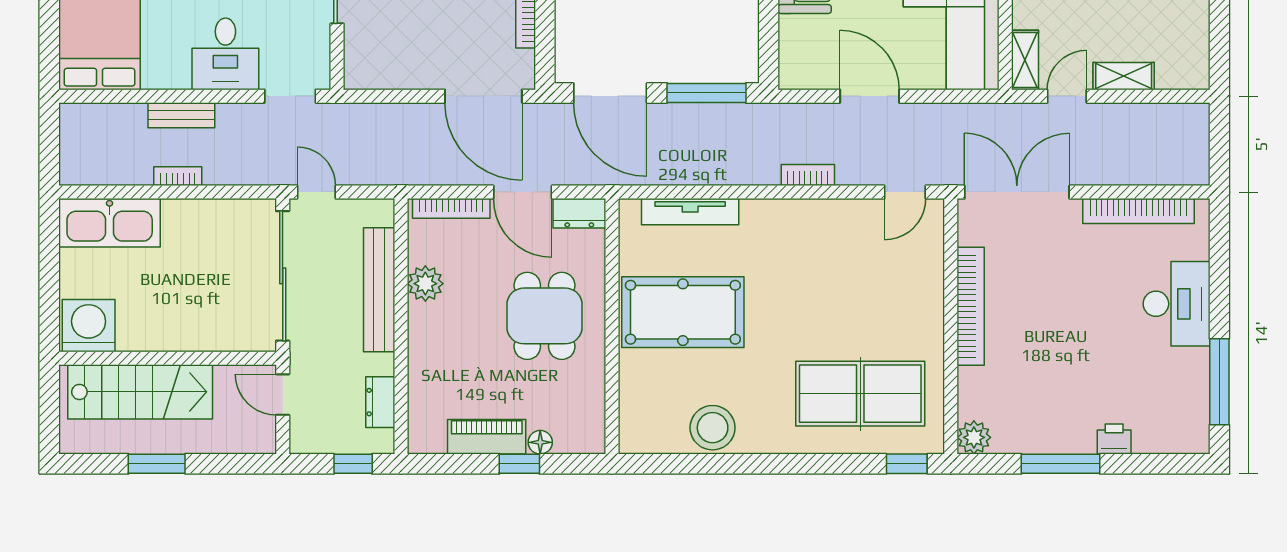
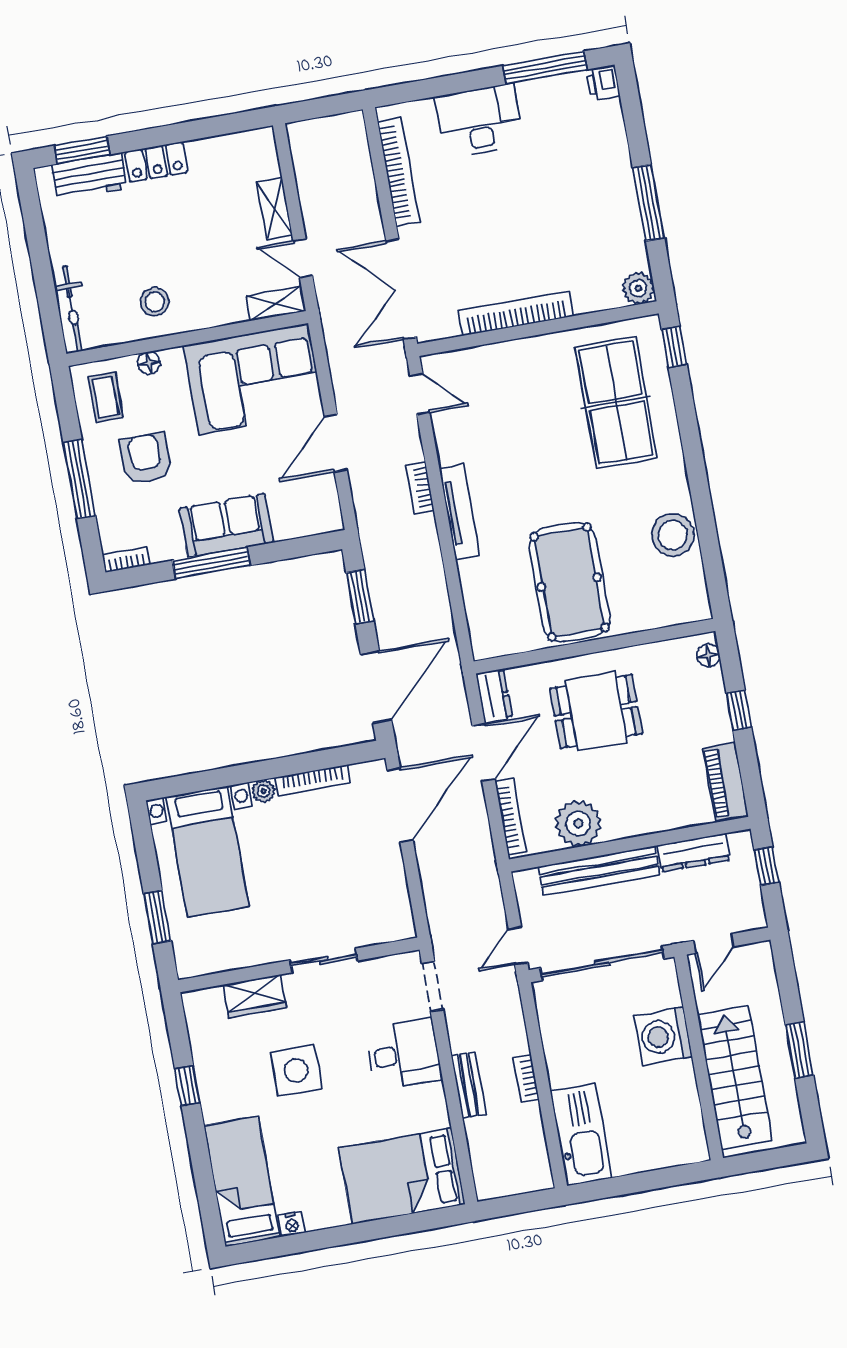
window: (707, 93) -> (360, 597), width x0.69
tv unit: (690, 212) -> (460, 512), moved
plant: (425, 284) -> (578, 823), width x1.36, depth x1.36
washing machine: (89, 326) -> (663, 1036), moved
dresser: (380, 402) -> (694, 853), width x1.44
piano: (487, 437) -> (725, 782), moved
printer: (1114, 439) -> (603, 83), moved
floor lamp: (540, 442) -> (708, 655), moved

